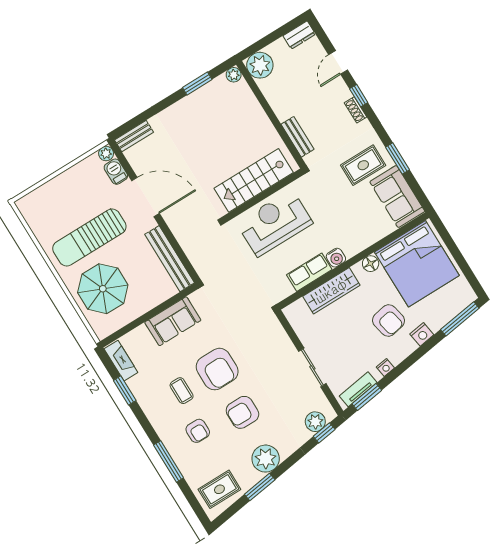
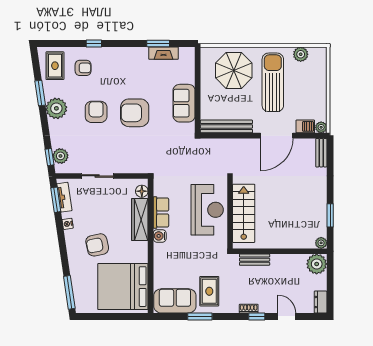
plant: (39, 226) -> (301, 54), added
floor lamp: (371, 264) -> (142, 191), moved
nightstand: (422, 334) -> (75, 261), removed
fireplace: (121, 361) -> (163, 53), moved
coffee table: (182, 391) -> (135, 81), removed
armchair: (198, 431) -> (83, 68), moved, turned 180
window: (169, 461) -> (94, 44), width x0.46

